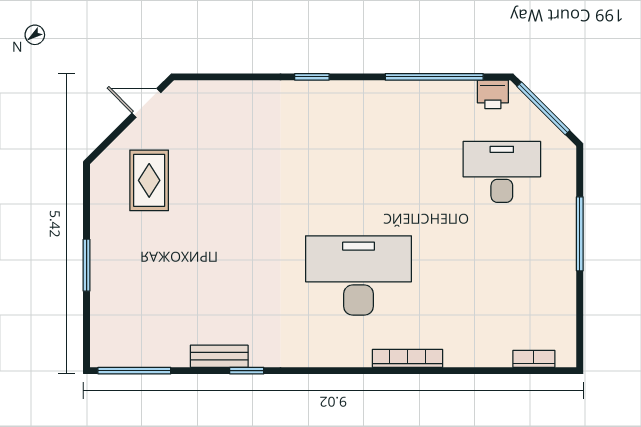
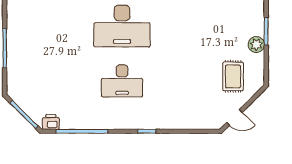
desk: (502, 172) -> (122, 81), moved
plant: (105, 240) -> (256, 45), added

